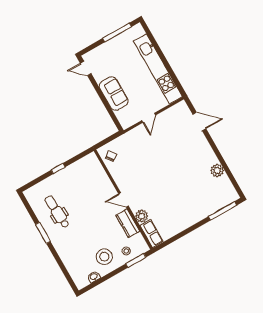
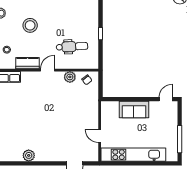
door: (149, 118) -> (100, 136), moved
dental chair: (57, 212) -> (72, 47), moved
plant: (142, 216) -> (70, 77), moved
stool: (104, 257) -> (30, 25), moved

